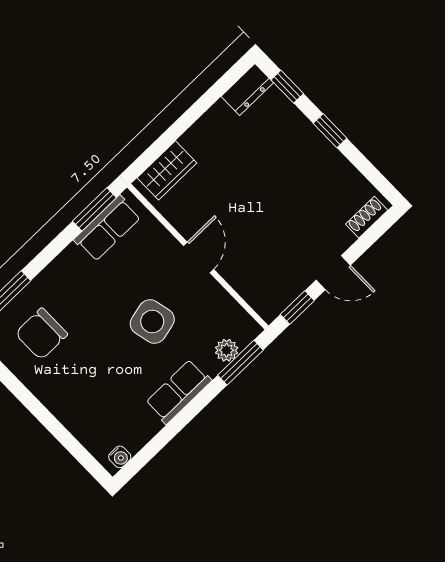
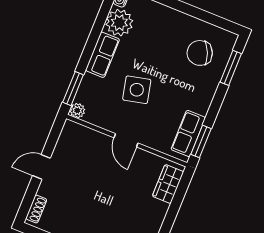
window: (297, 308) -> (54, 137), removed
chair: (41, 334) -> (200, 53), turned -113
plant: (227, 350) -> (77, 111), moved
plant: (135, 426) -> (119, 23), added

